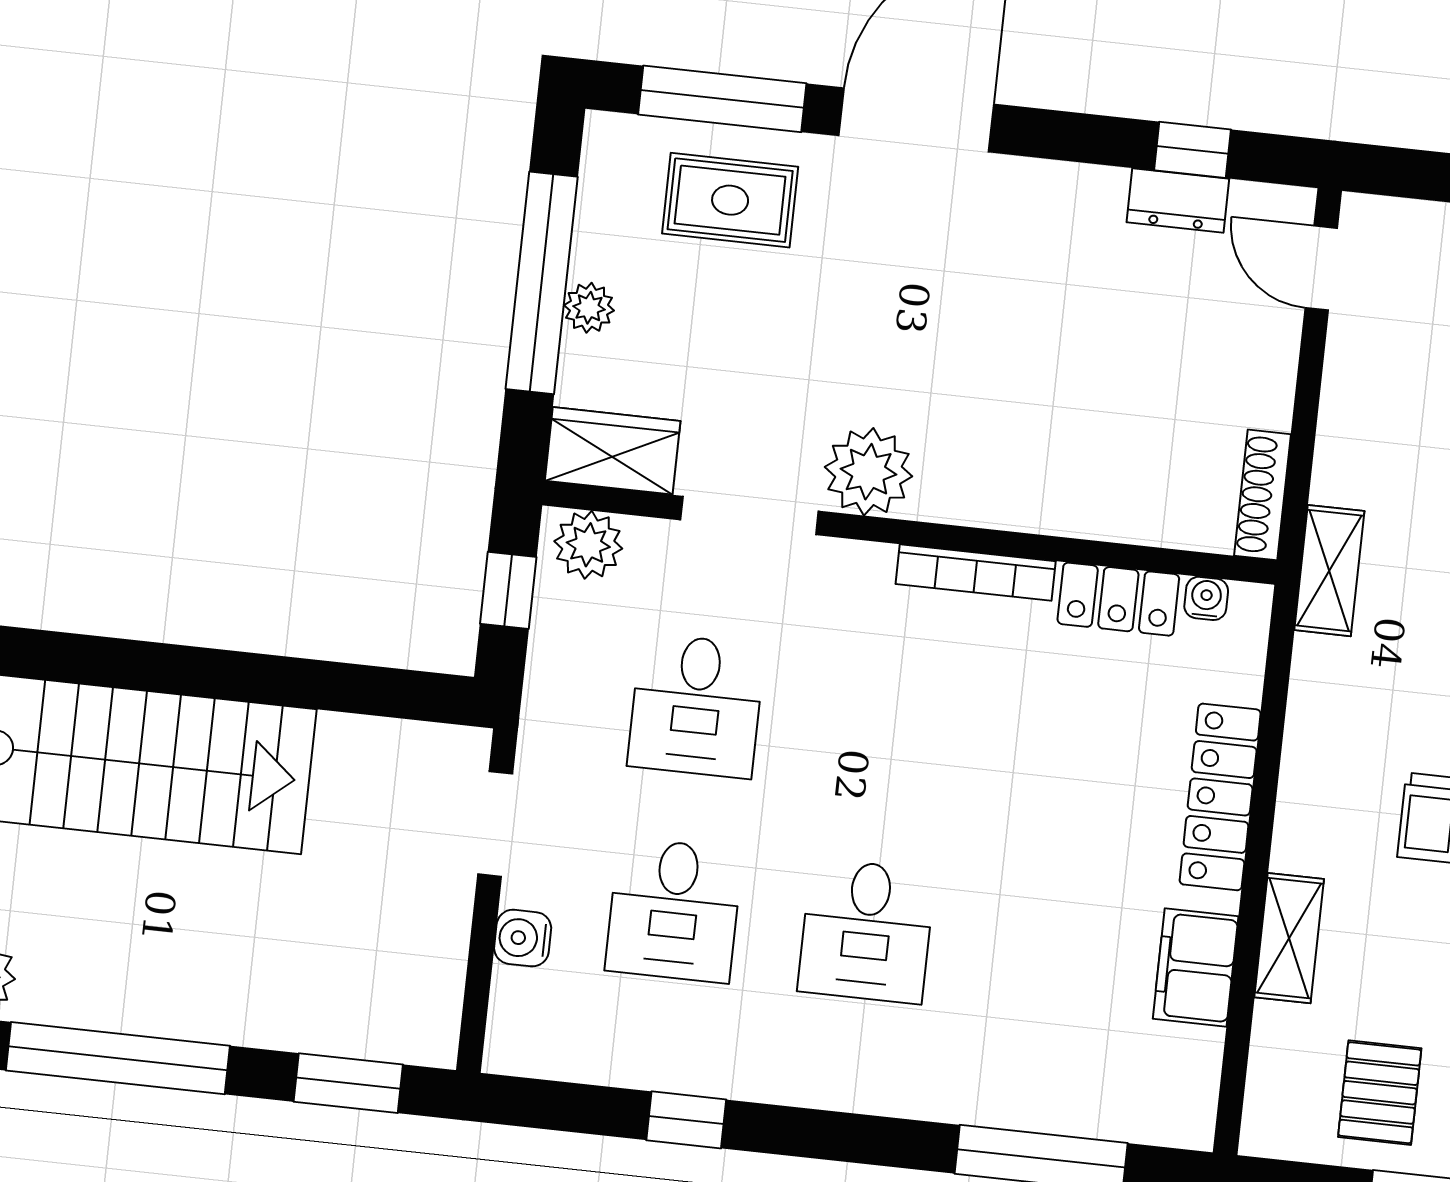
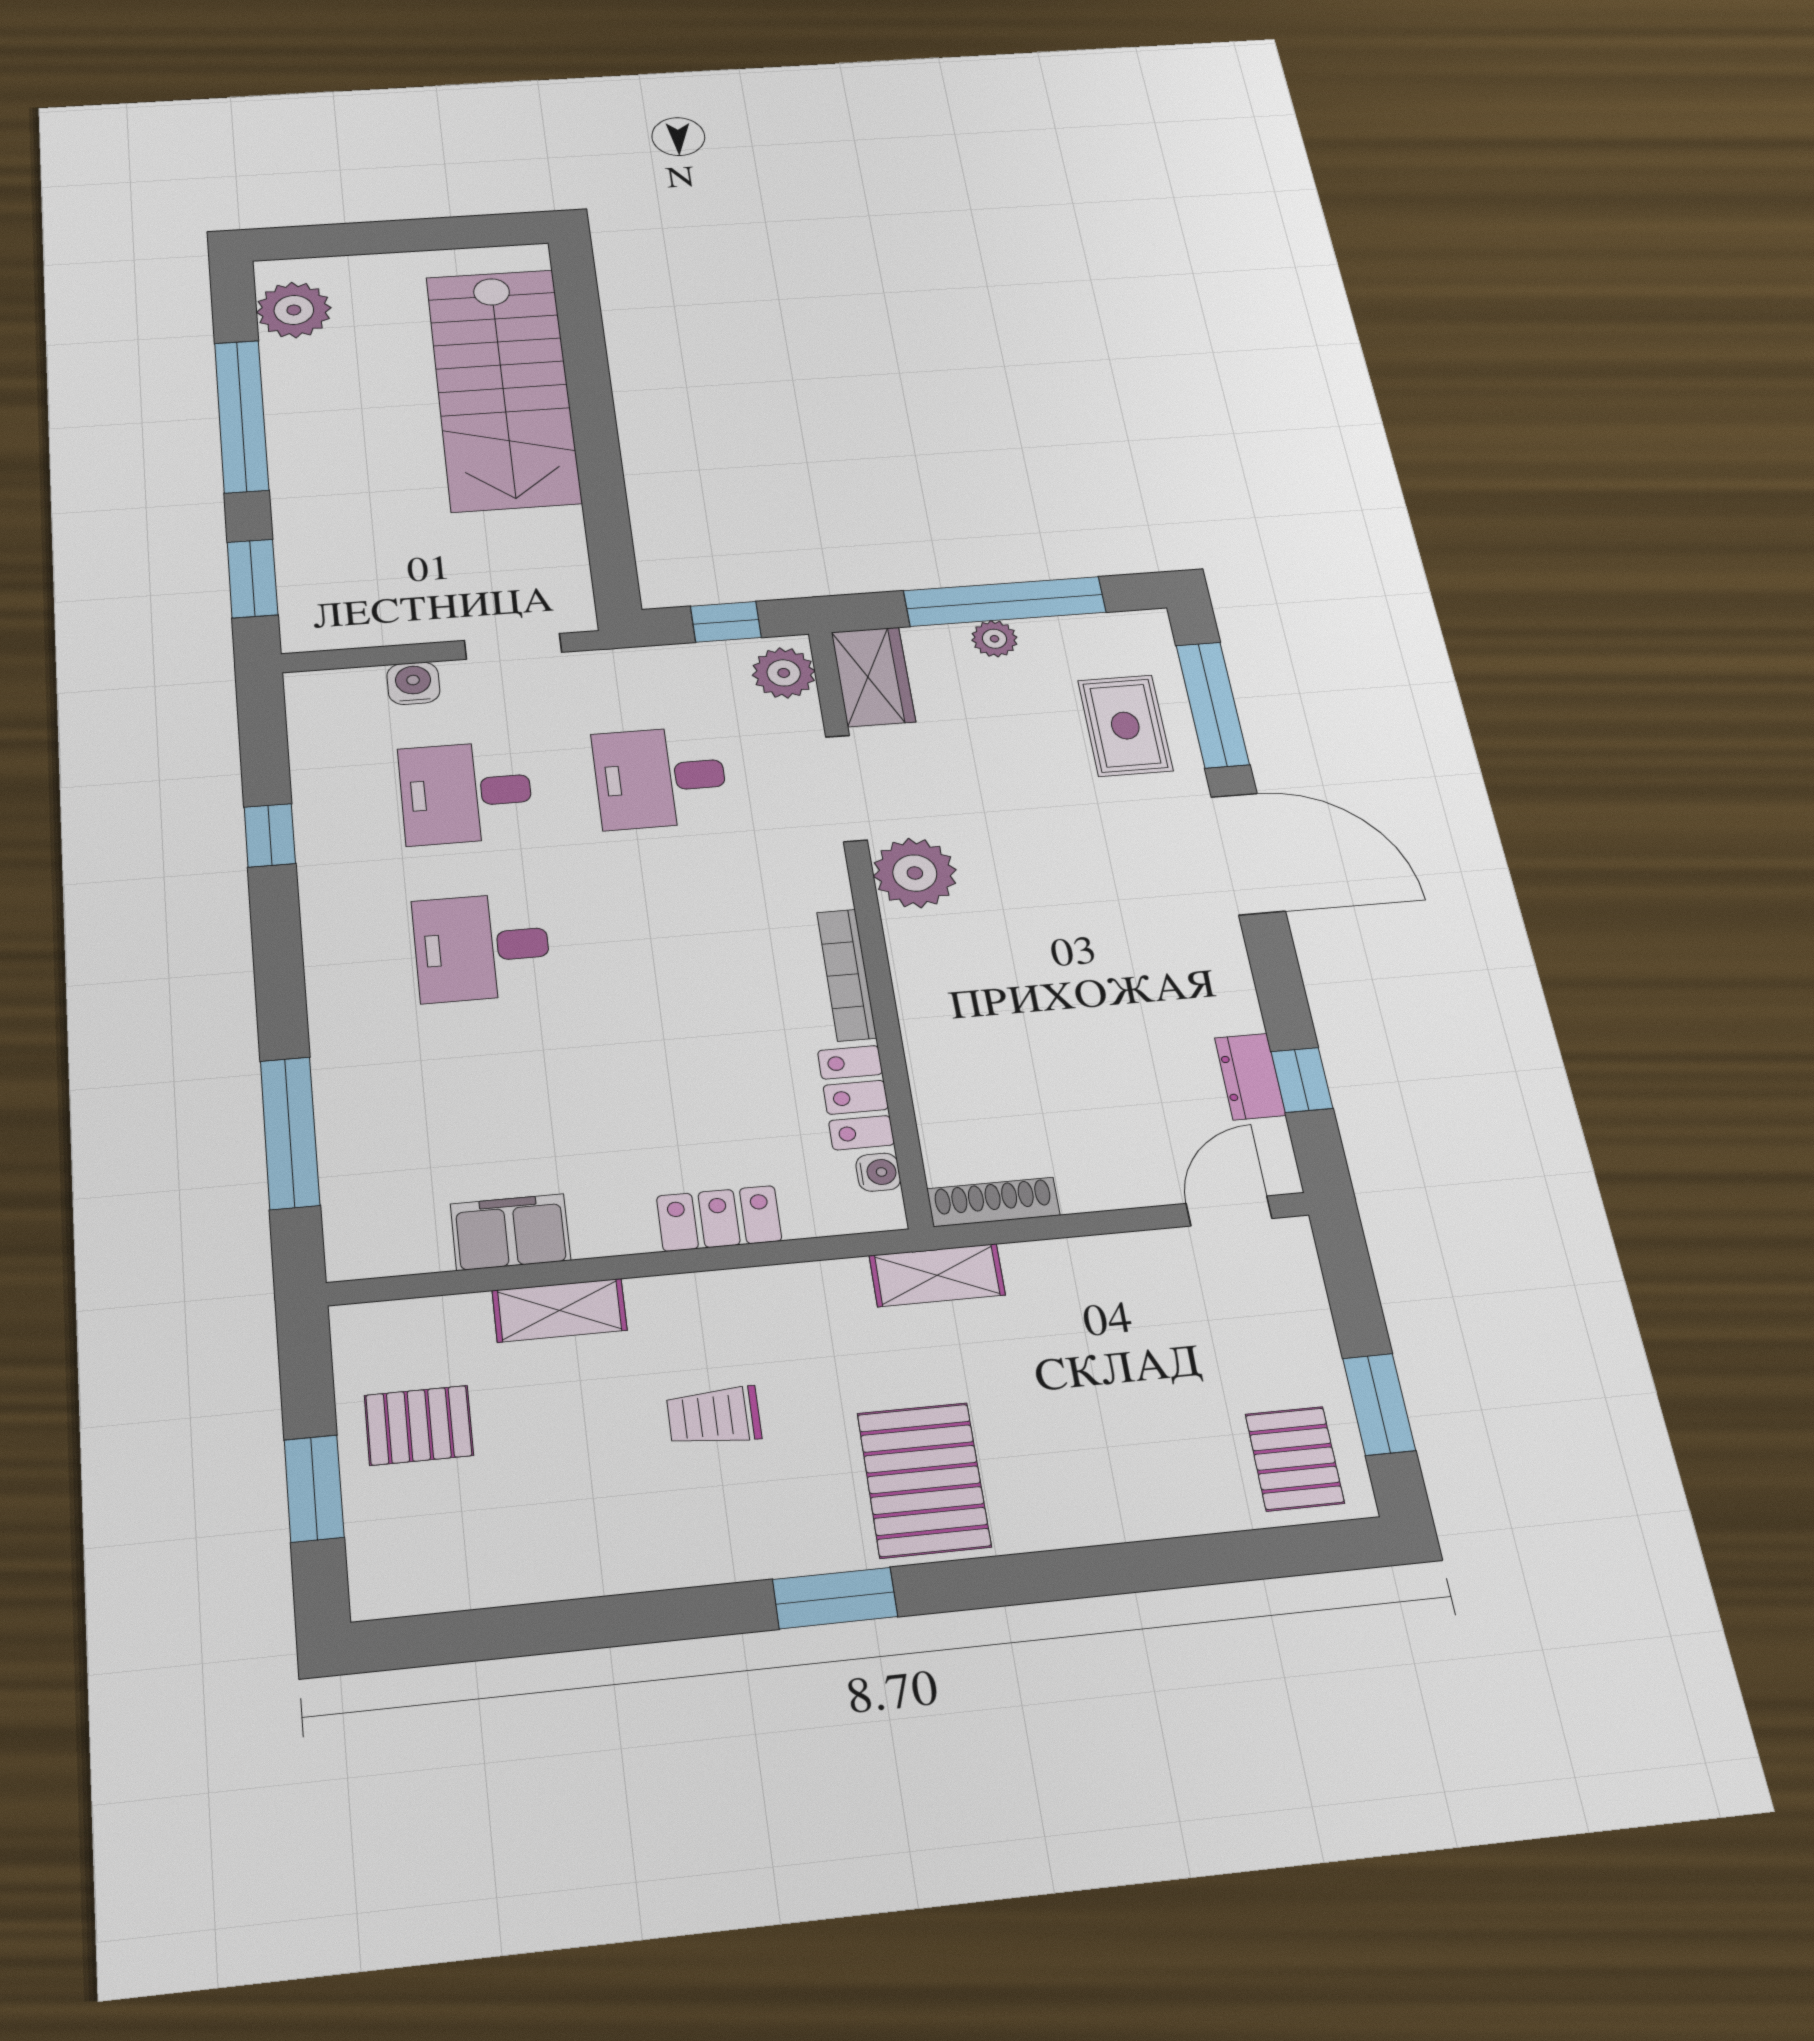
locker: (1220, 797) -> (719, 1218), width x0.66

